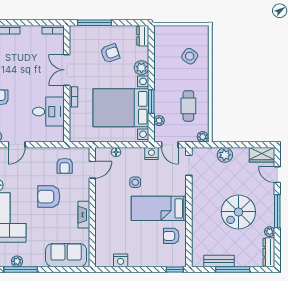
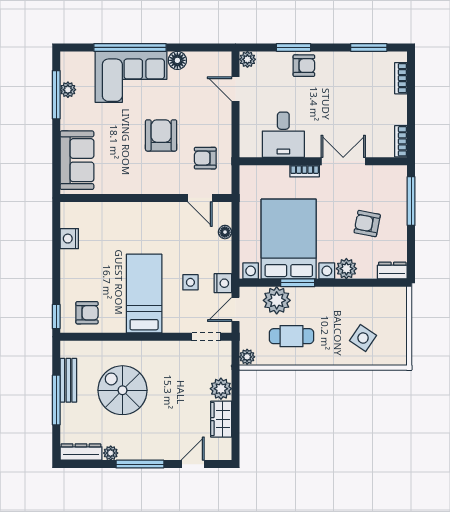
armchair: (110, 53) -> (367, 224), turned 120
plant: (159, 121) -> (277, 300), width x1.87, depth x1.87
wardrobe: (262, 155) -> (221, 419), moved
side table: (135, 182) -> (190, 282), moved
spiral stairs: (238, 212) -> (122, 390), moved
fireplace: (84, 215) -> (135, 186), removed
armchair: (171, 236) -> (87, 313), moved, turned 90

